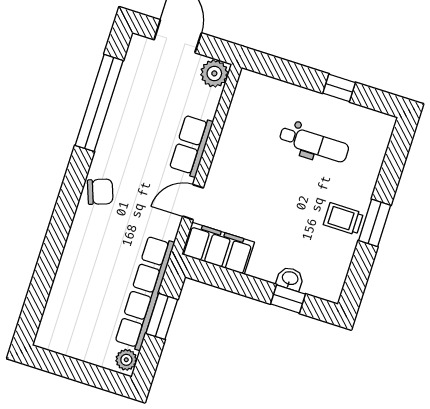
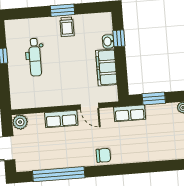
dental chair: (314, 144) -> (35, 57), turned 180
chair: (100, 192) -> (103, 155), turned 110
filing cabinet: (218, 248) -> (106, 67), moved
row of seats: (145, 293) -> (130, 113), width x0.50

